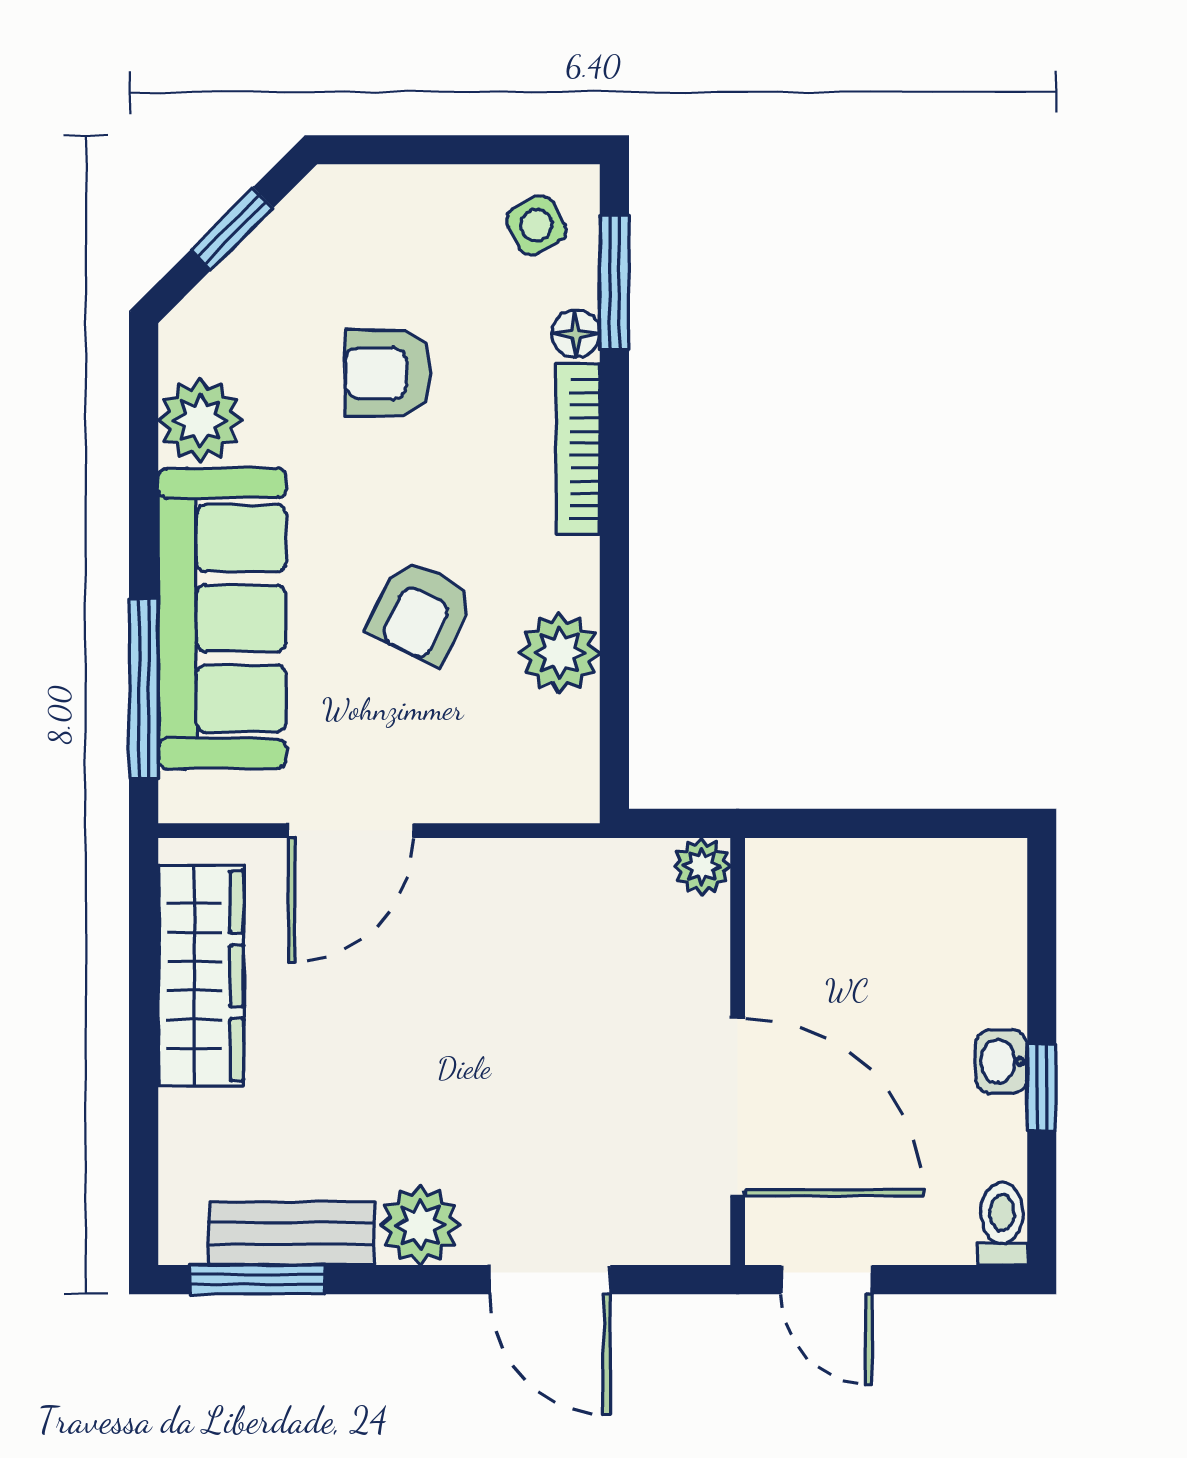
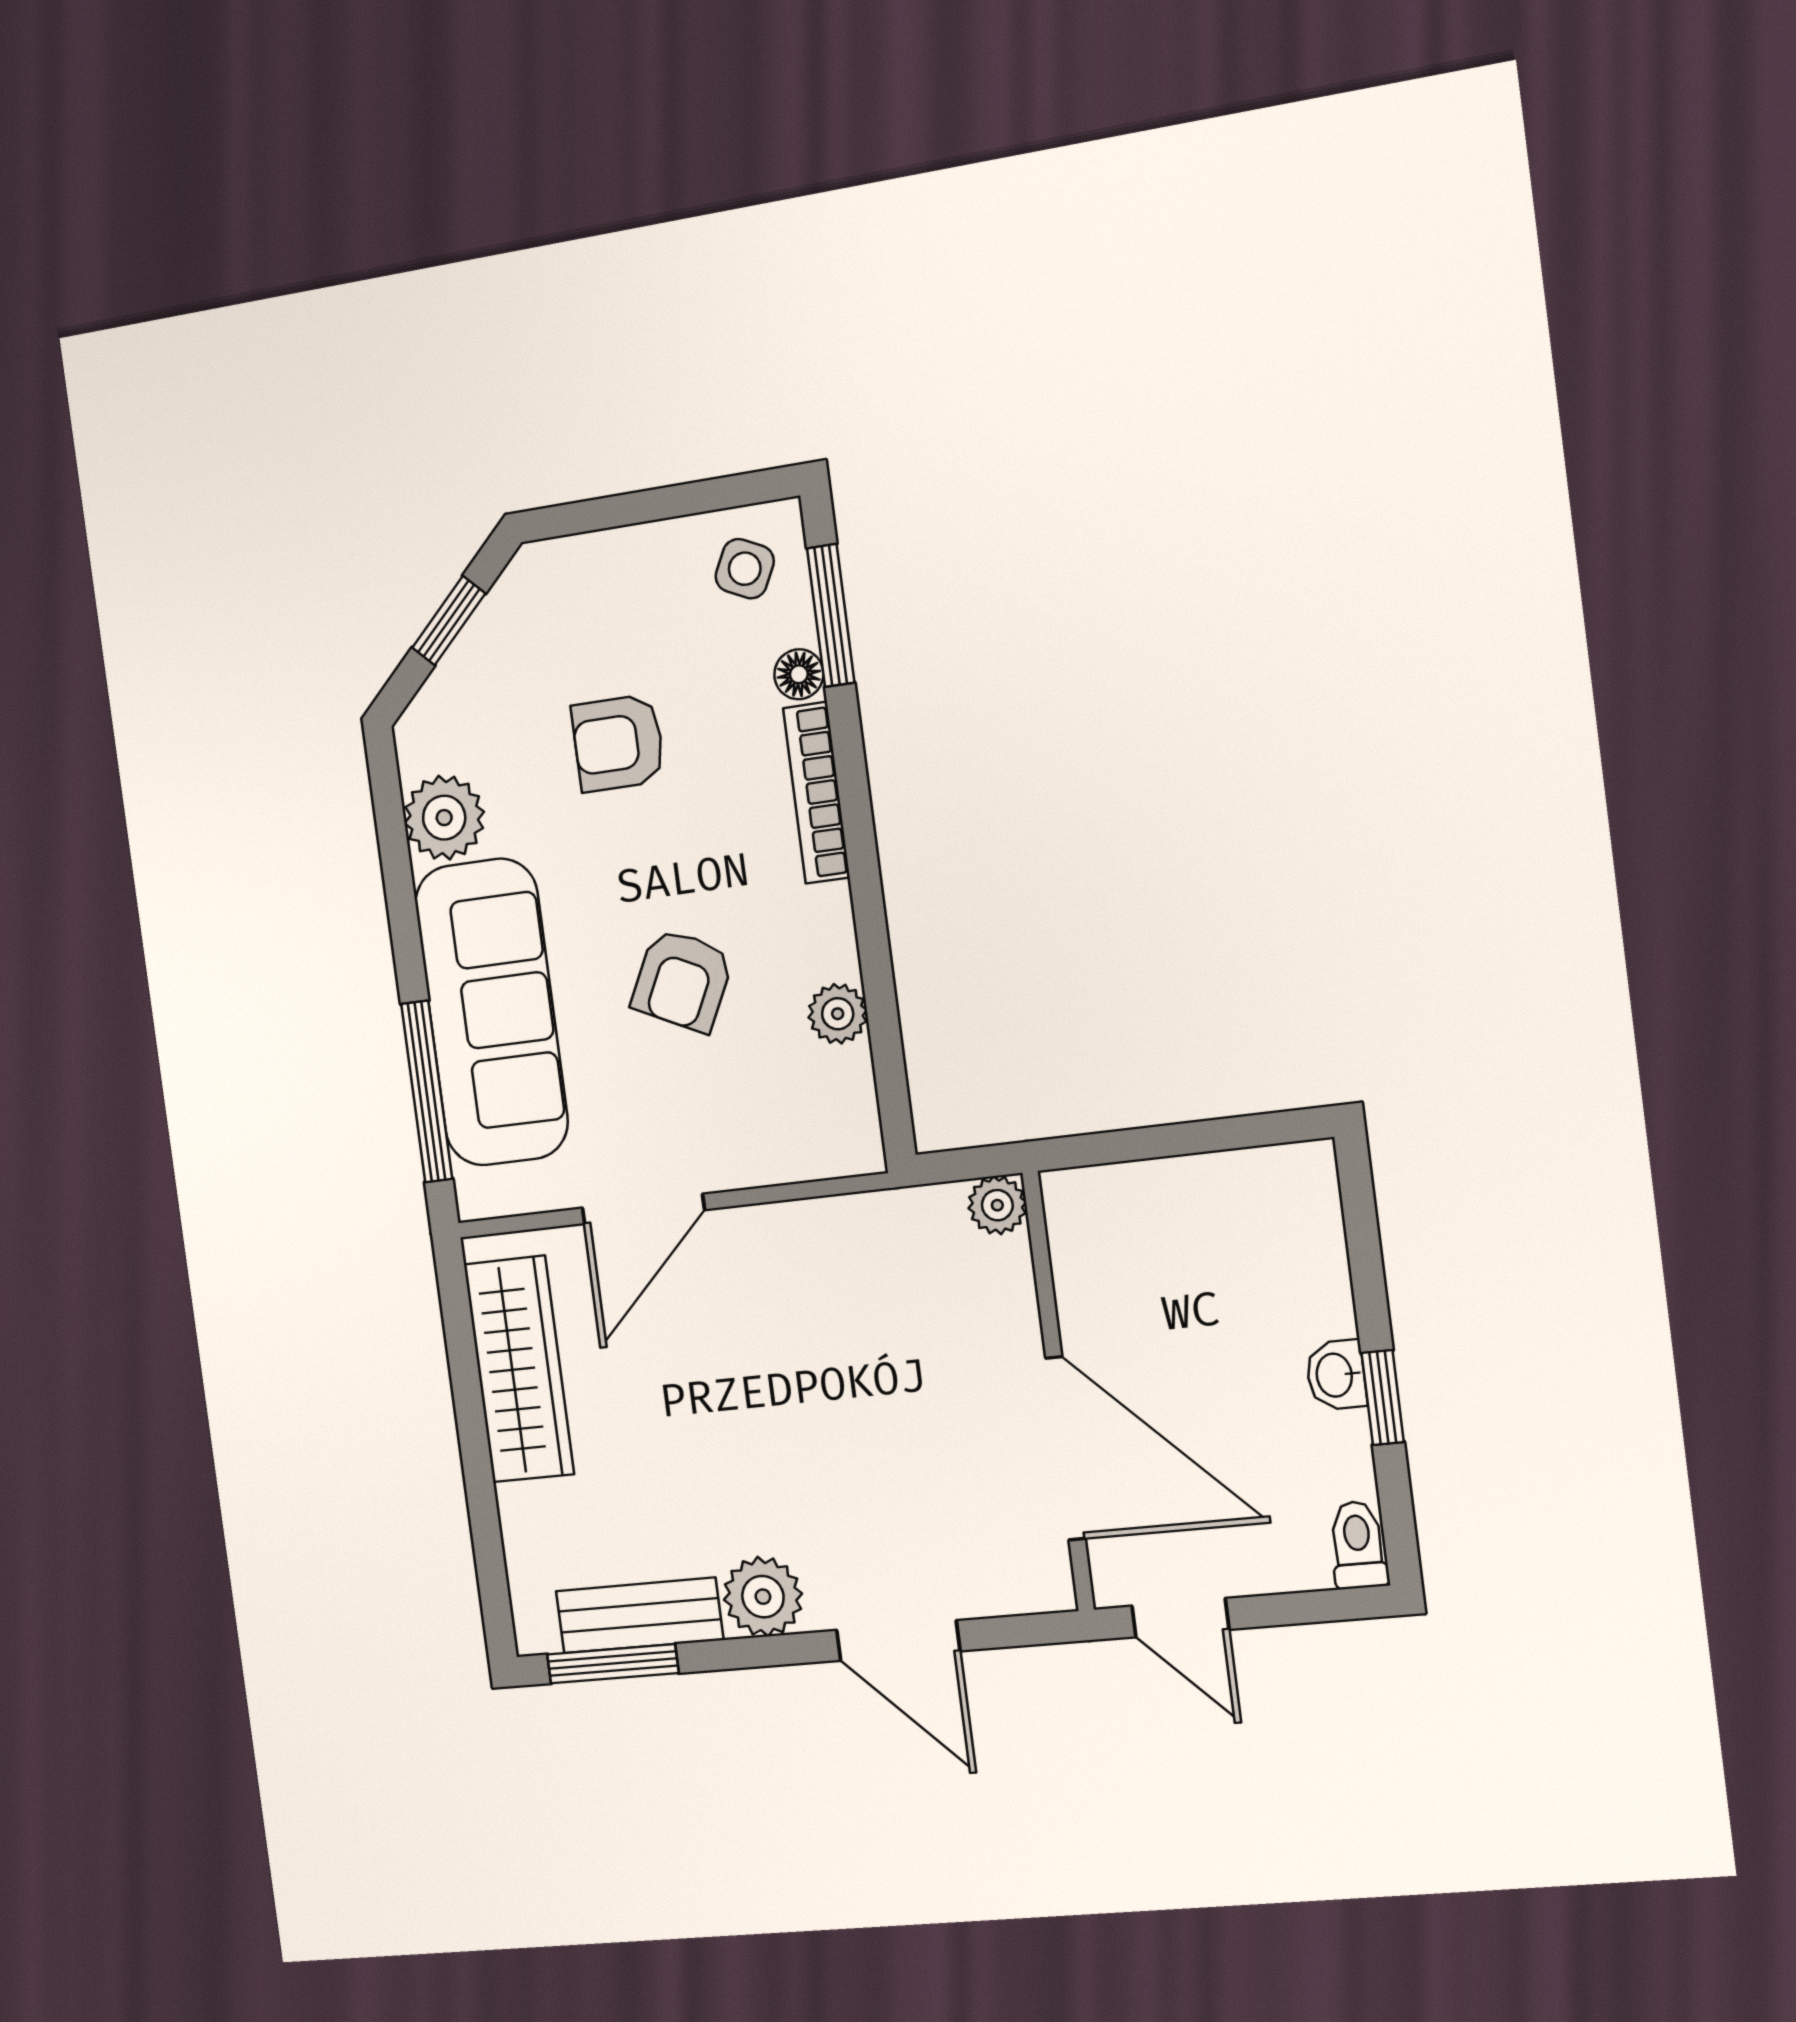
side table: (536, 225) -> (745, 569), turned -36
plant: (560, 653) -> (838, 1014), width x0.73, depth x0.73

